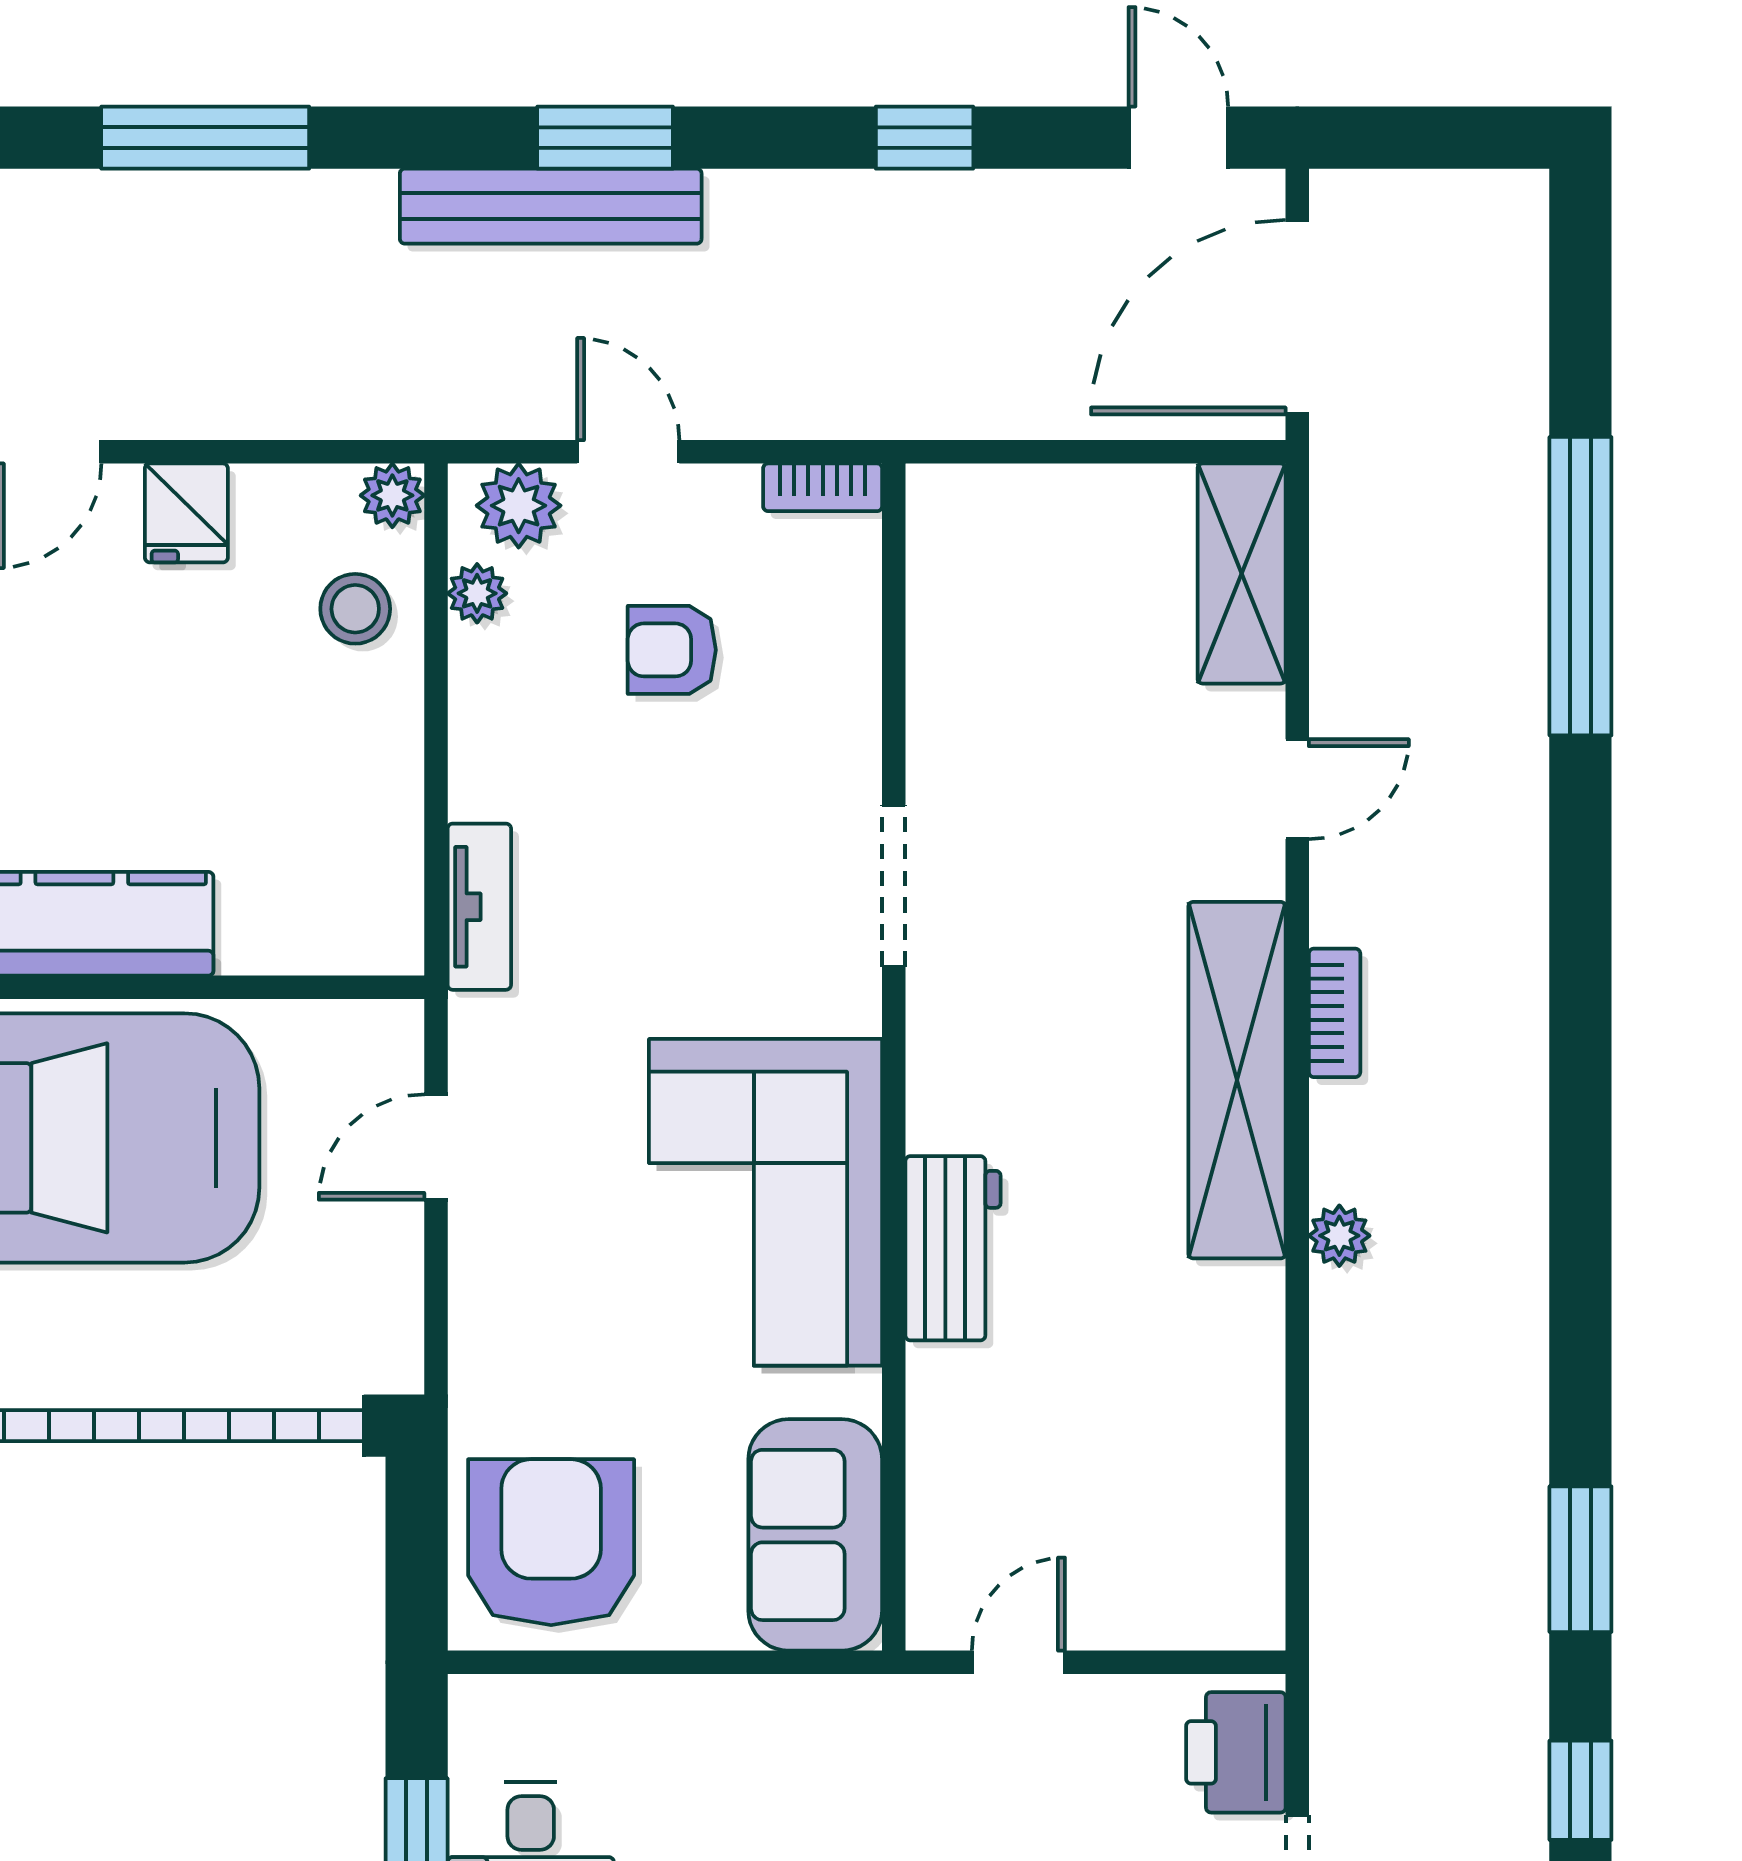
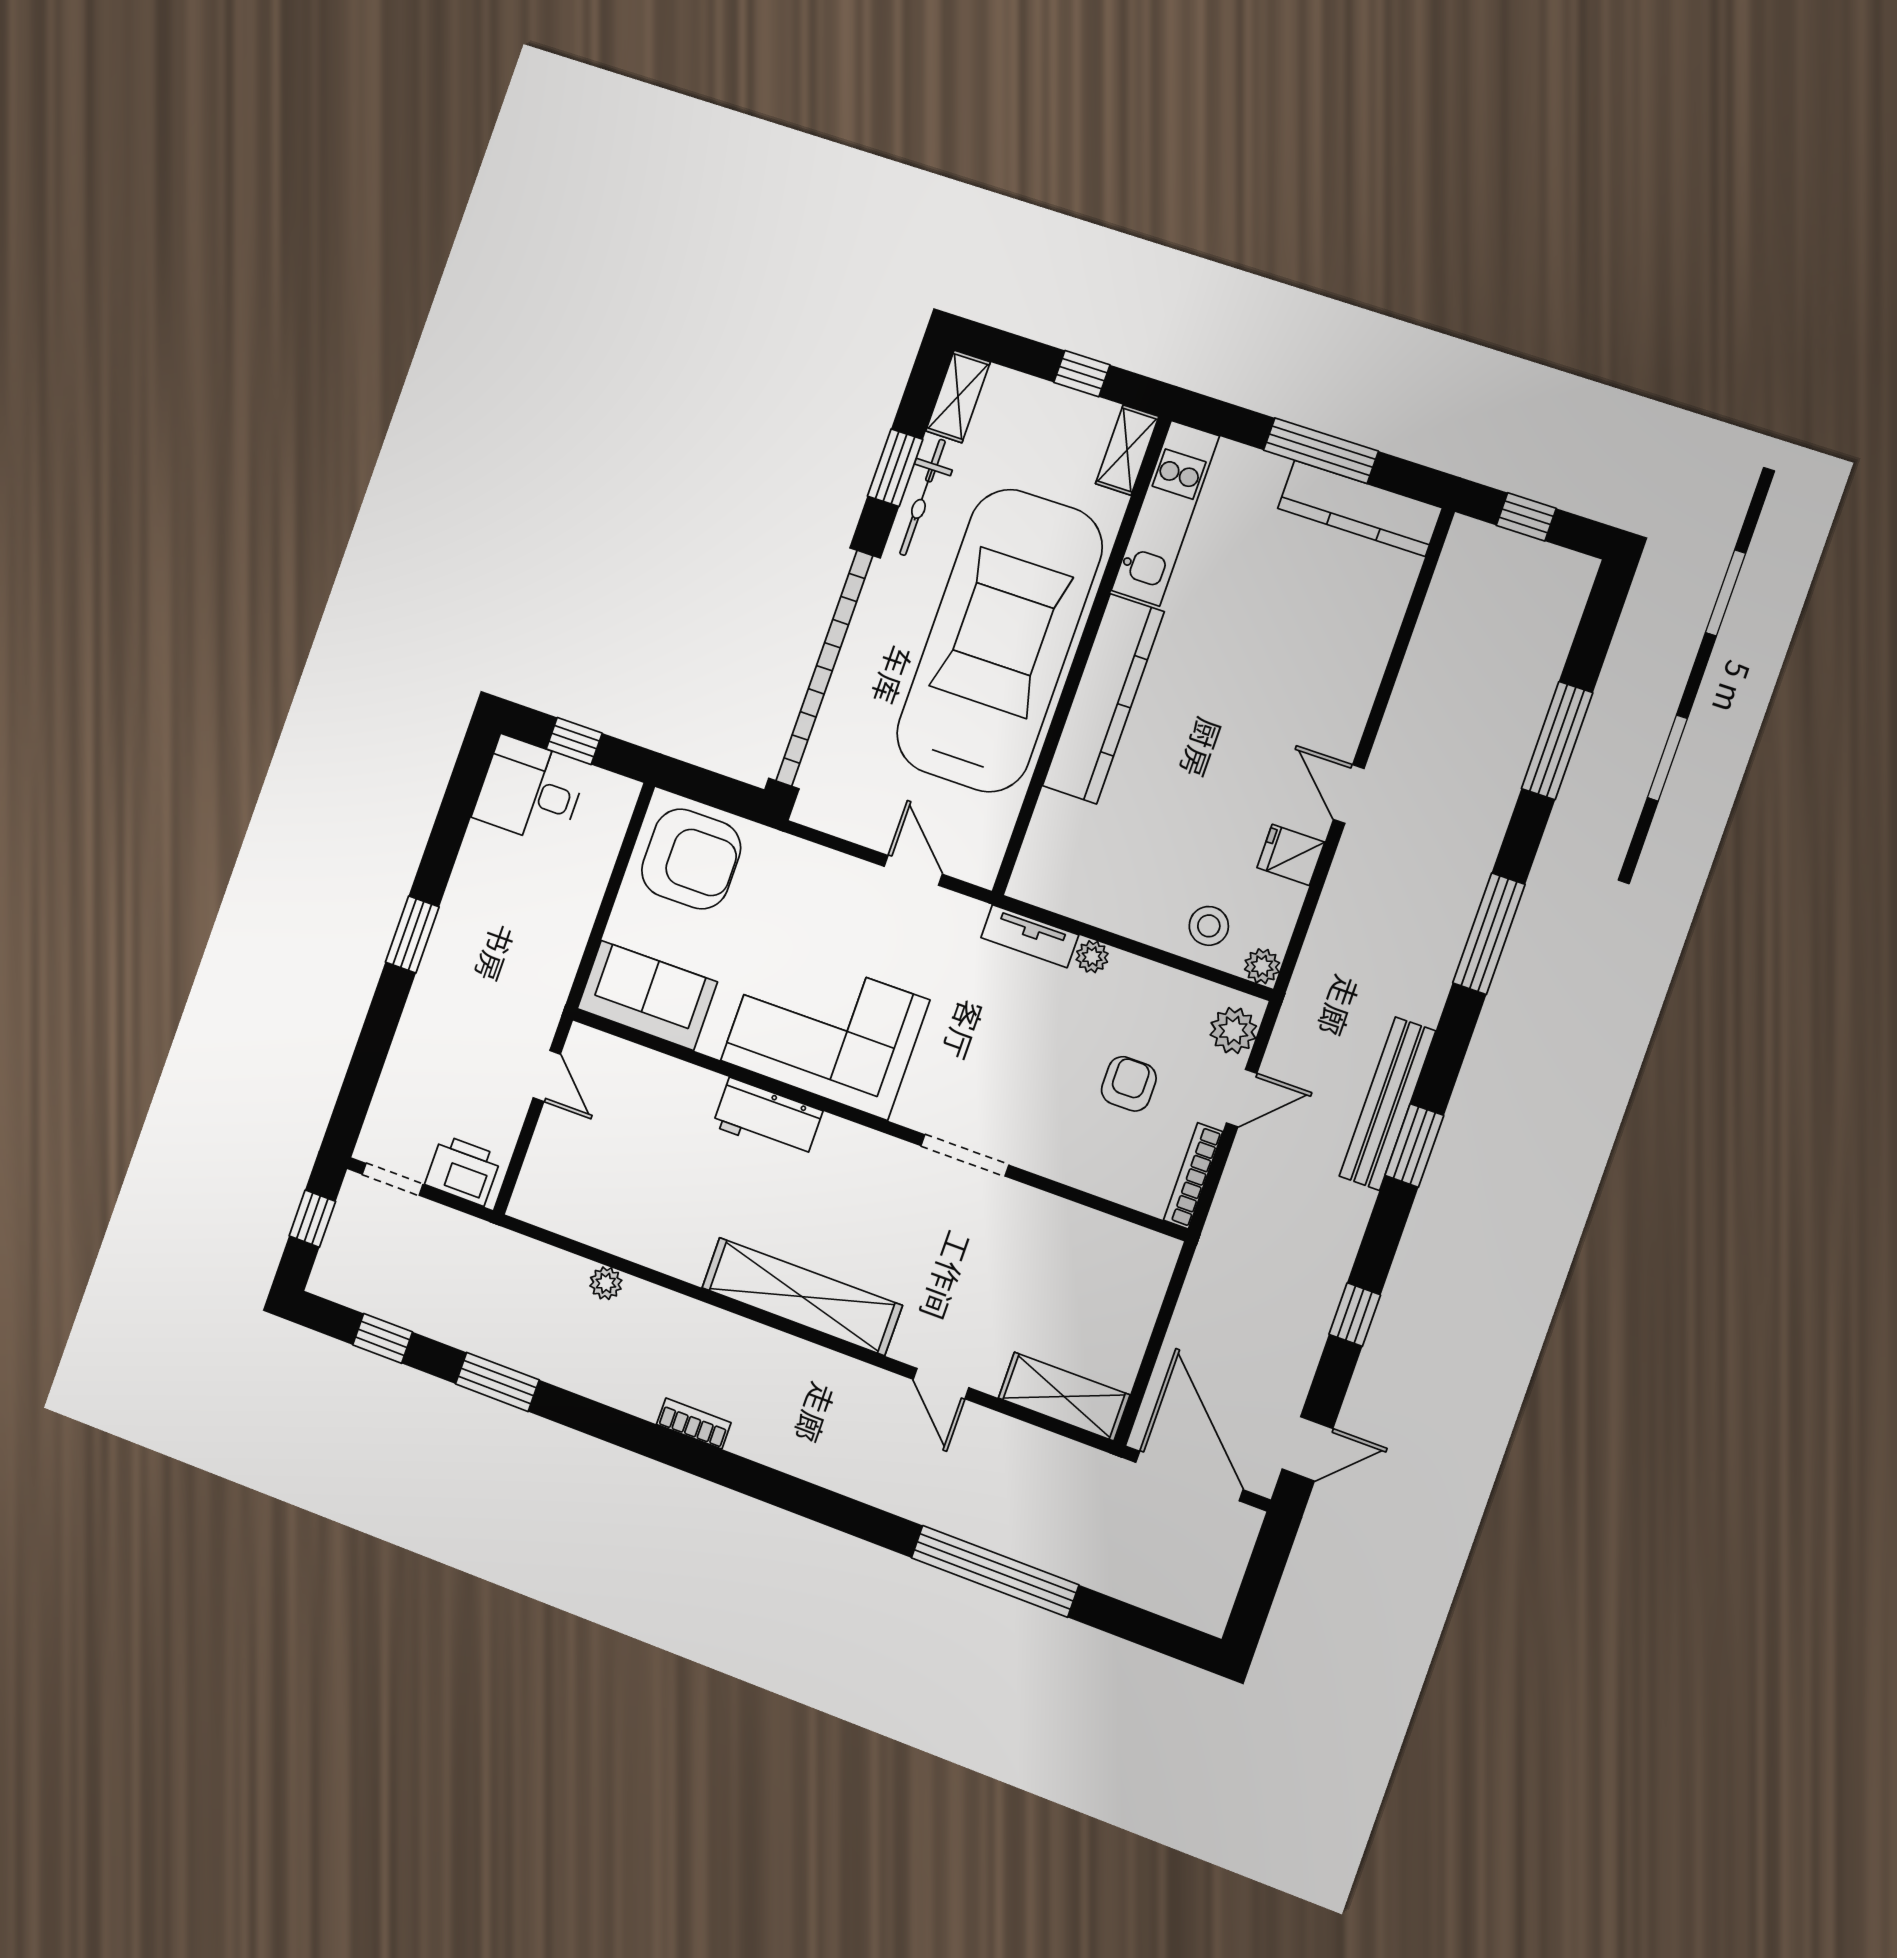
bookcase: (823, 487) -> (1193, 1176), width x1.56
plant: (477, 593) -> (1092, 957), moved
bookcase: (1335, 1013) -> (694, 1424), moved, turned 180
plant: (1339, 1236) -> (606, 1283), moved

